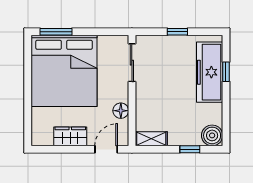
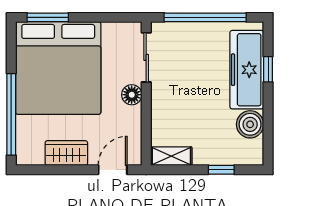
window: (177, 32) -> (205, 17), width x3.17
window: (28, 107) -> (11, 114), added
floor lamp: (121, 111) -> (132, 95), moved
boiler: (212, 135) -> (250, 124), moved

